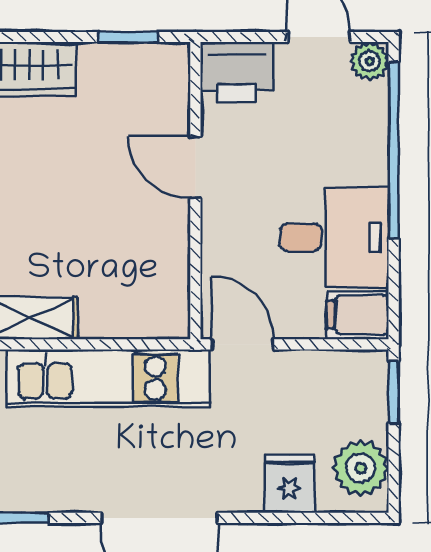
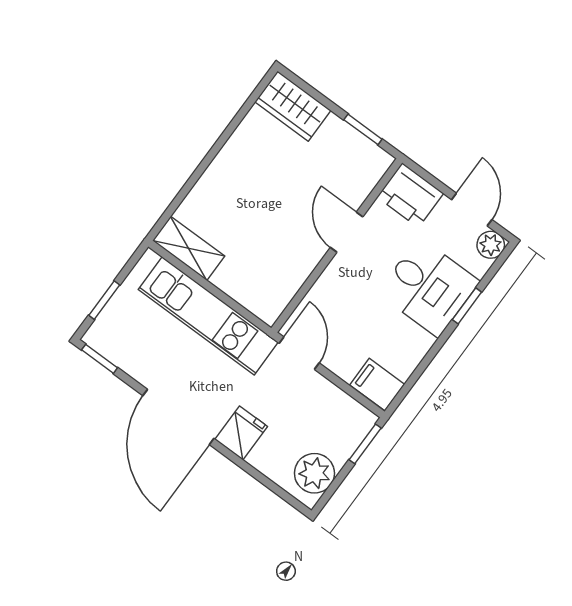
window: (394, 150) -> (467, 306), width x0.32
desk: (335, 237) -> (429, 287), moved
fridge: (289, 484) -> (241, 433), moved

